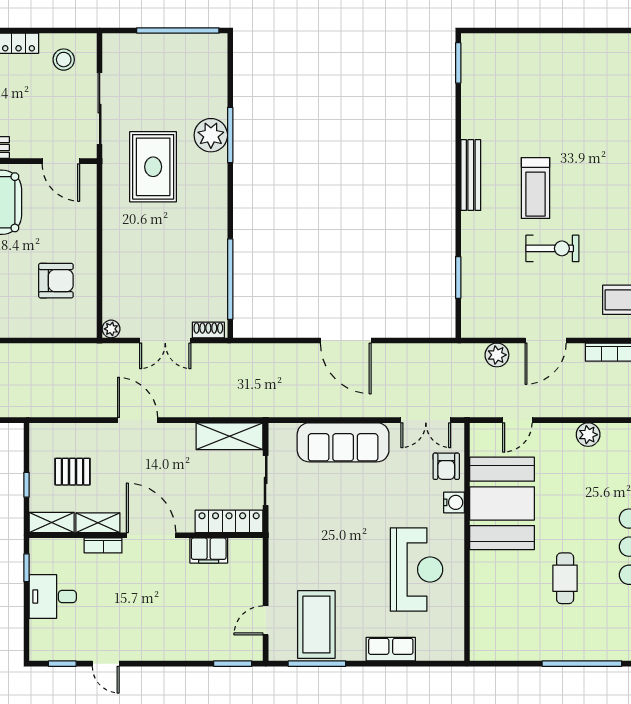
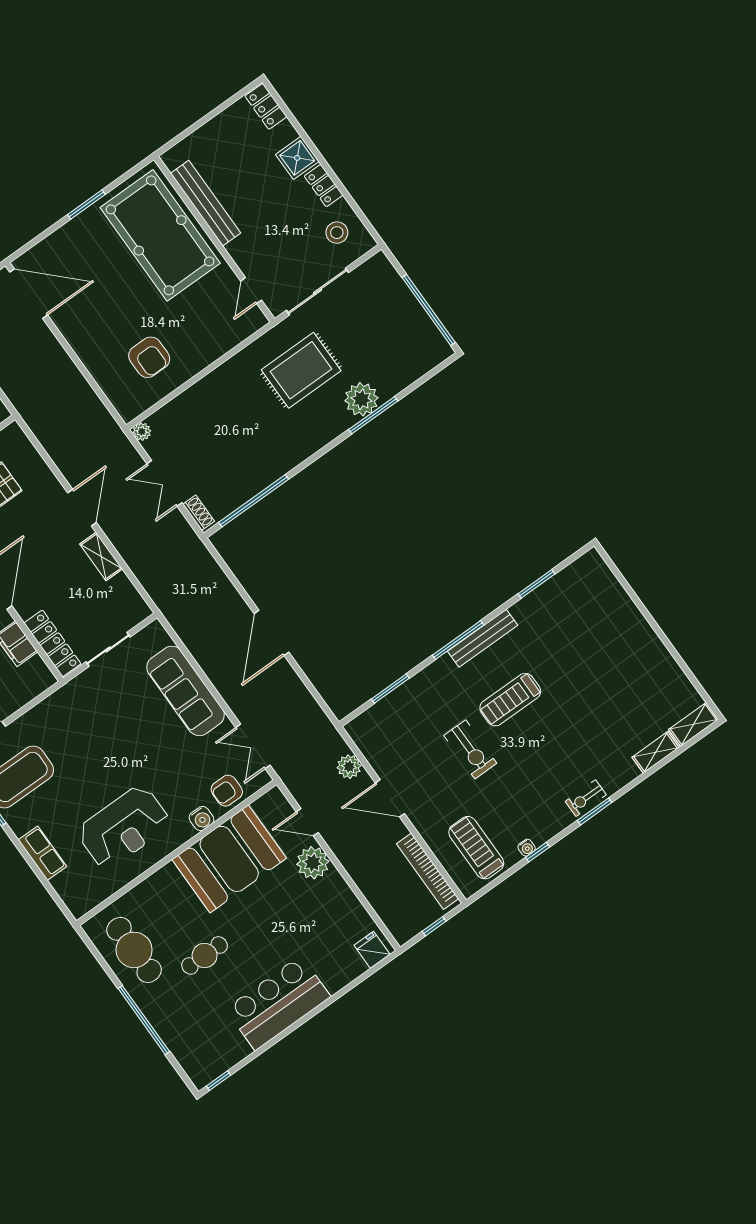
window: (458, 63) -> (537, 584), moved
door: (61, 161) -> (251, 291), width x0.73
window: (458, 196) -> (458, 640), added
plant: (588, 435) -> (313, 863), moved, width x1.36, depth x1.36
shelving: (230, 436) -> (101, 556), moved, width x0.67, depth x0.75
cafe table: (520, 631) -> (134, 950), added

